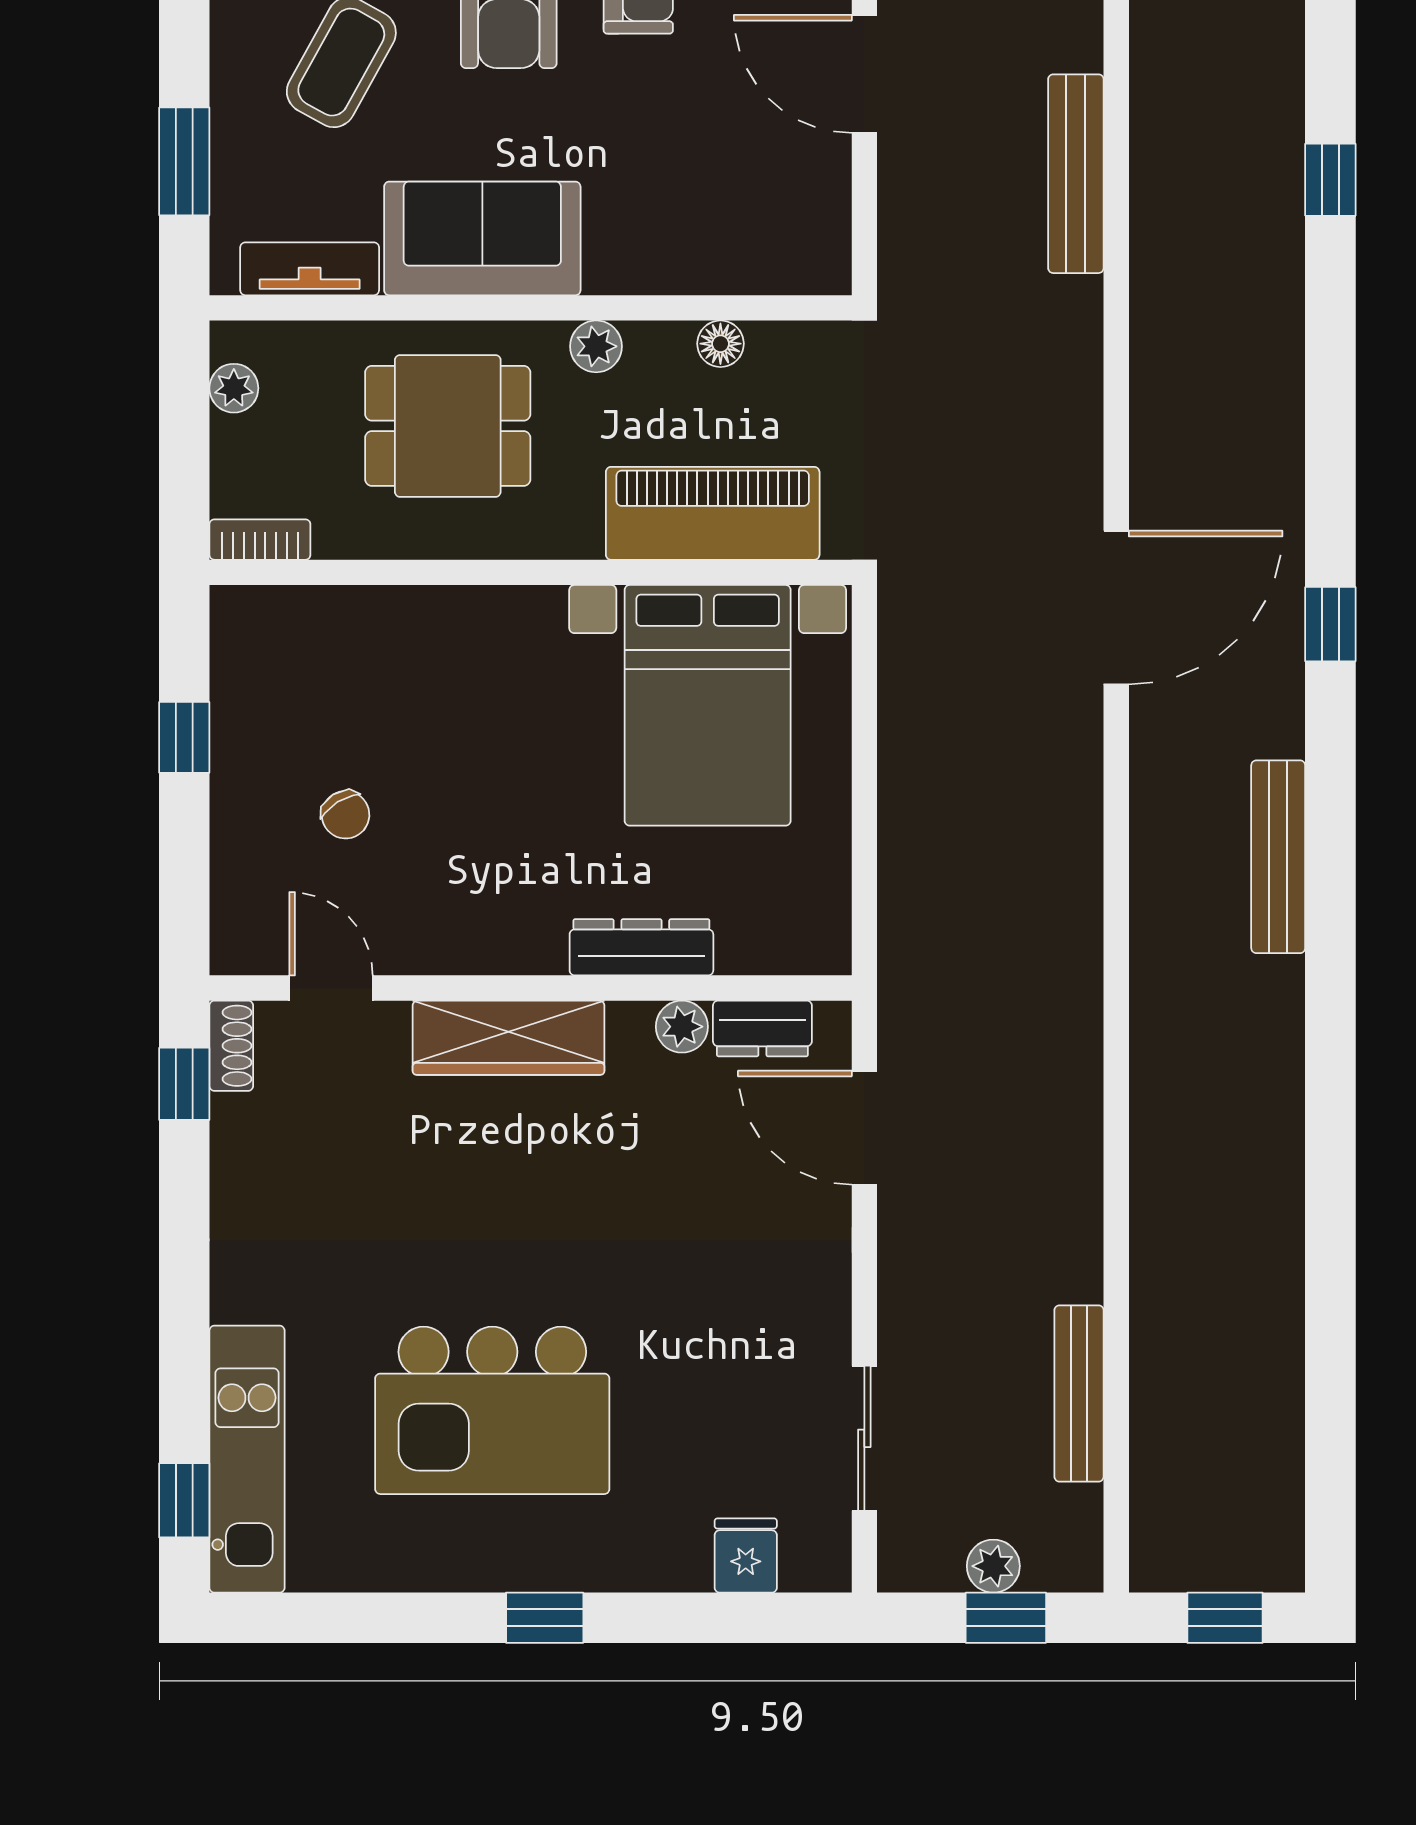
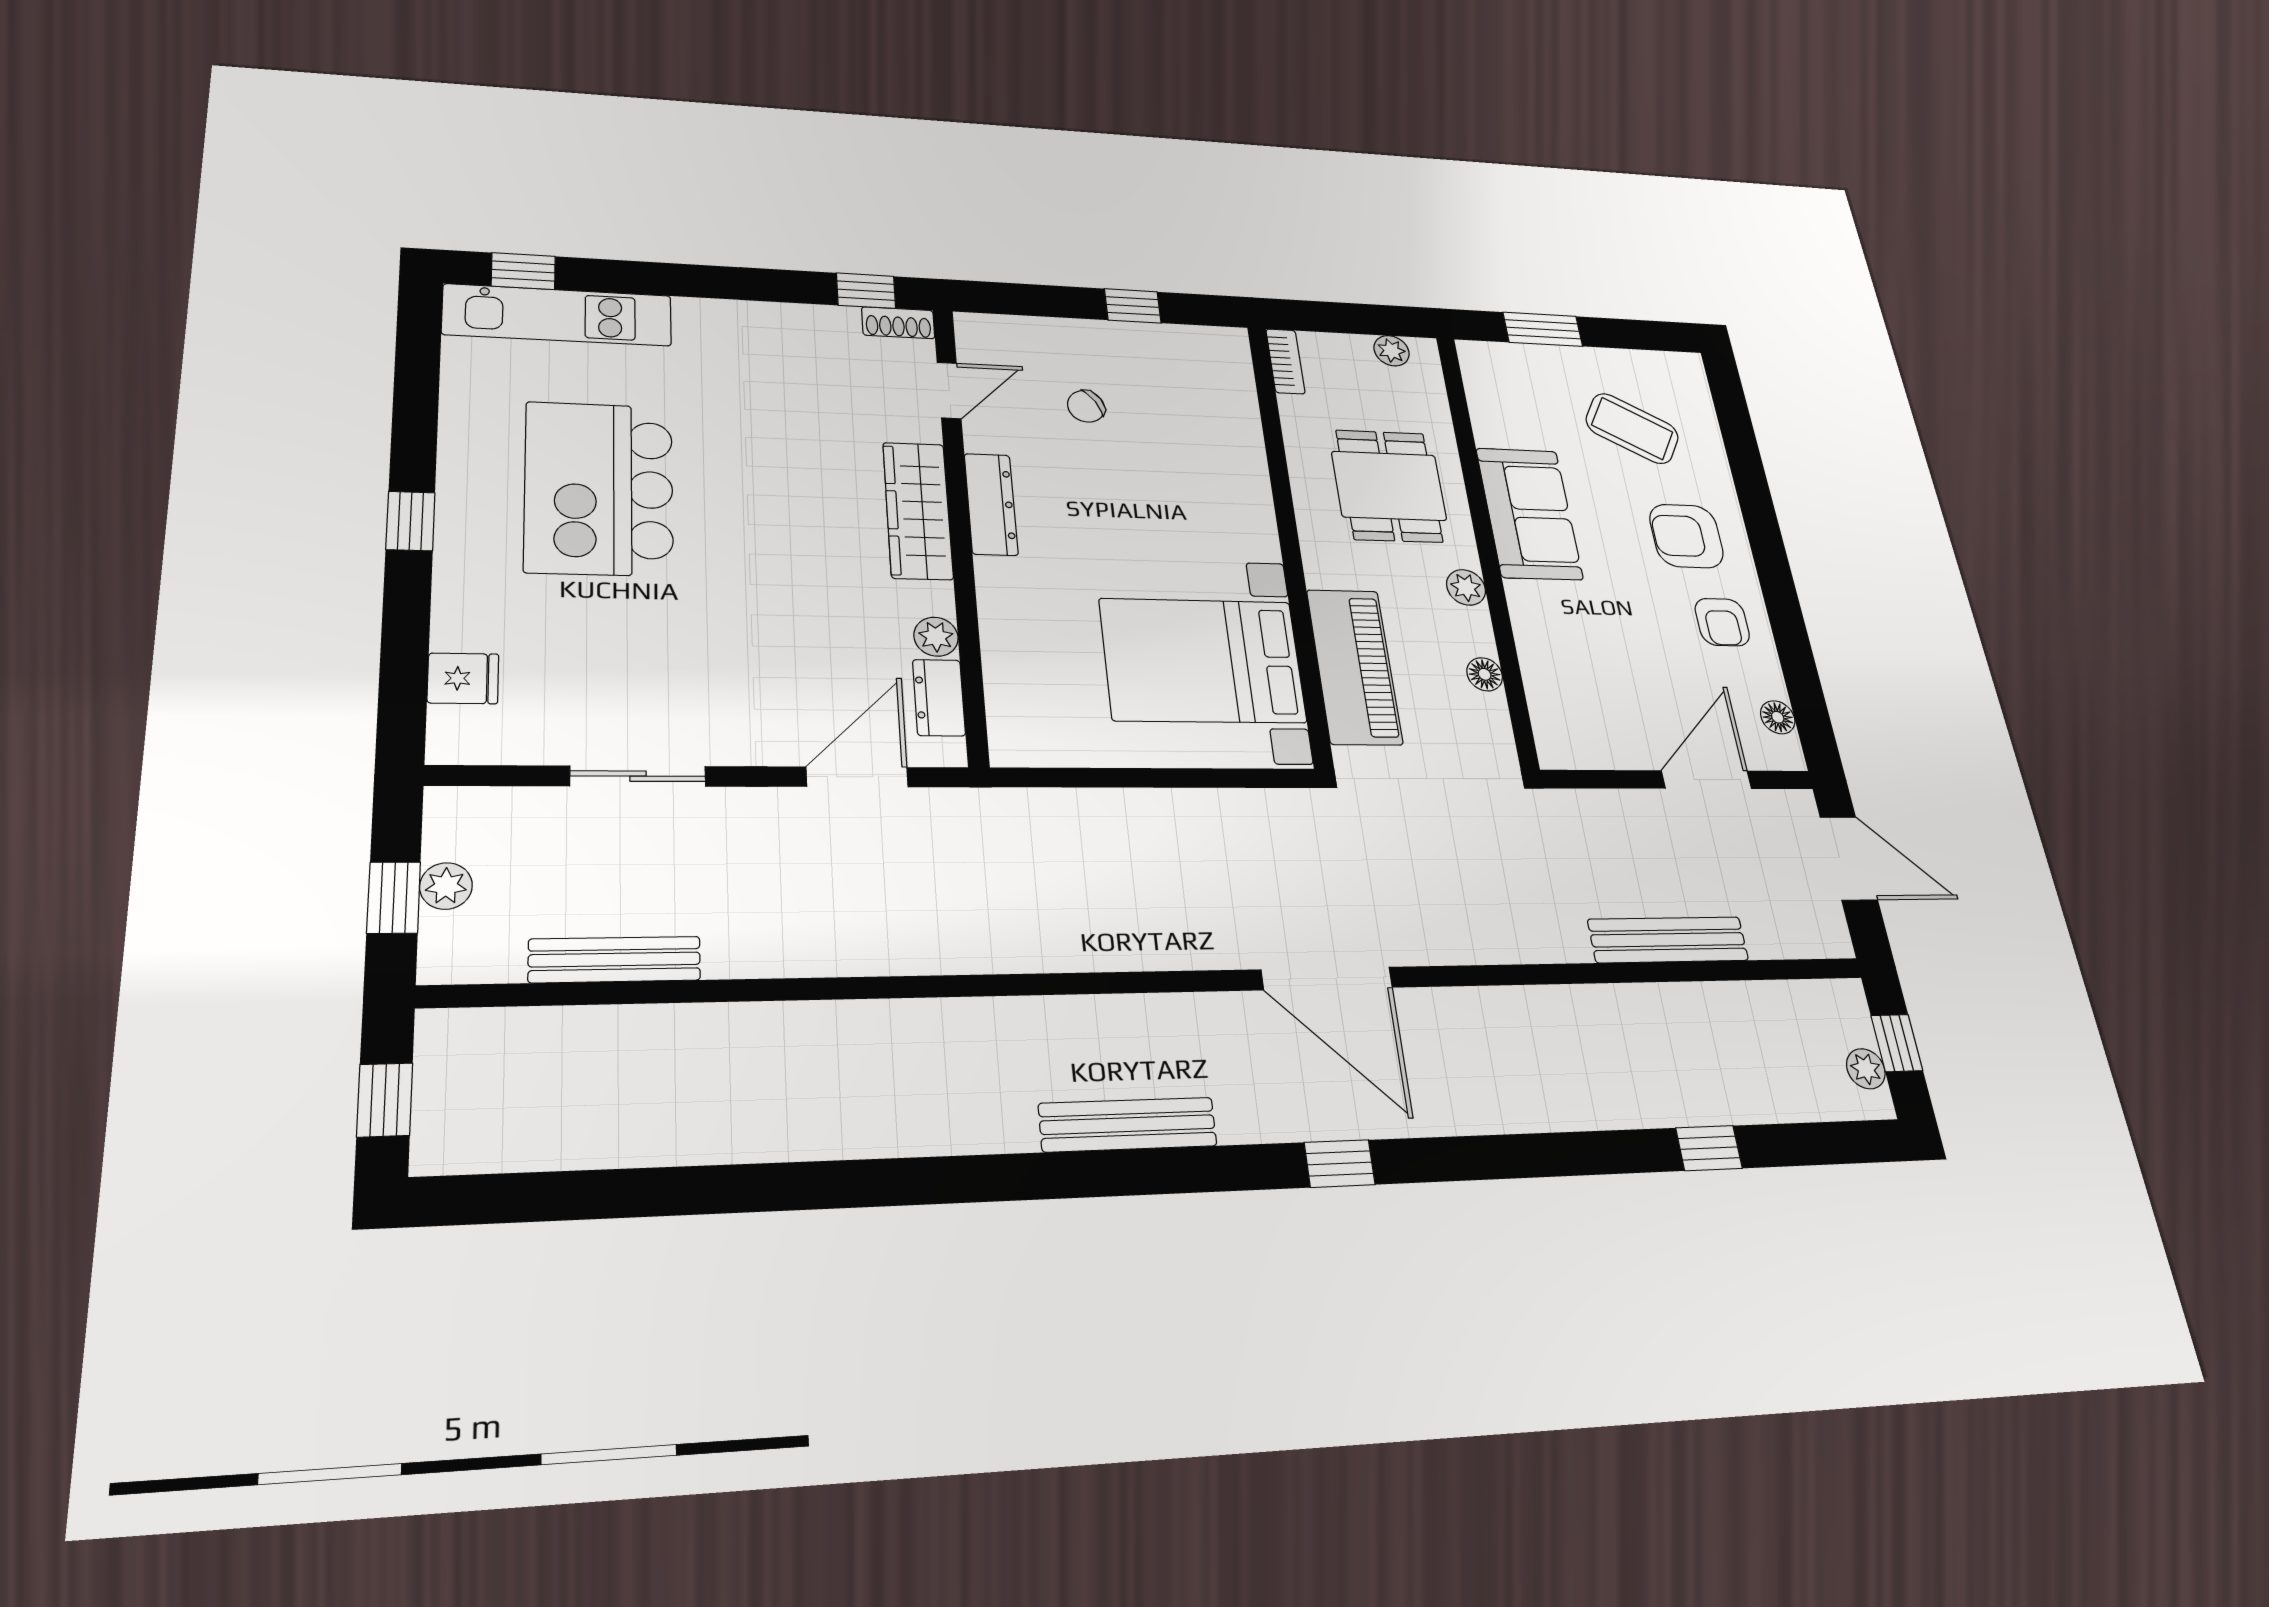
tv unit: (310, 269) -> (1485, 402), removed
dresser: (641, 947) -> (991, 504), moved
sliding door: (864, 1438) -> (638, 776), moved

